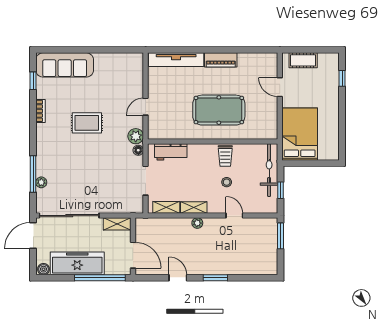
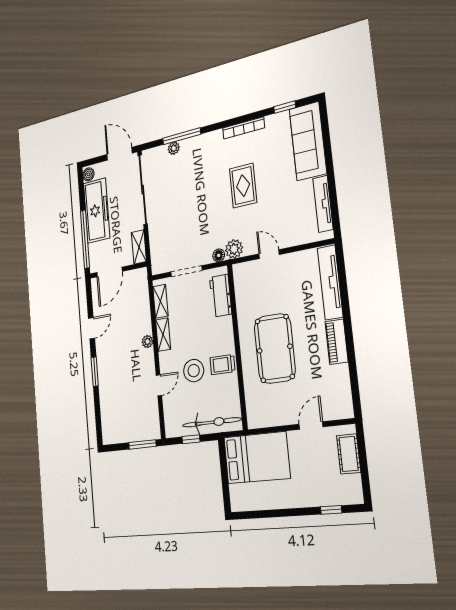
tv unit: (116, 58) -> (323, 204), added
bookcase: (40, 111) -> (244, 128), width x1.56
stool: (227, 182) -> (194, 371), width x1.89, depth x1.89

